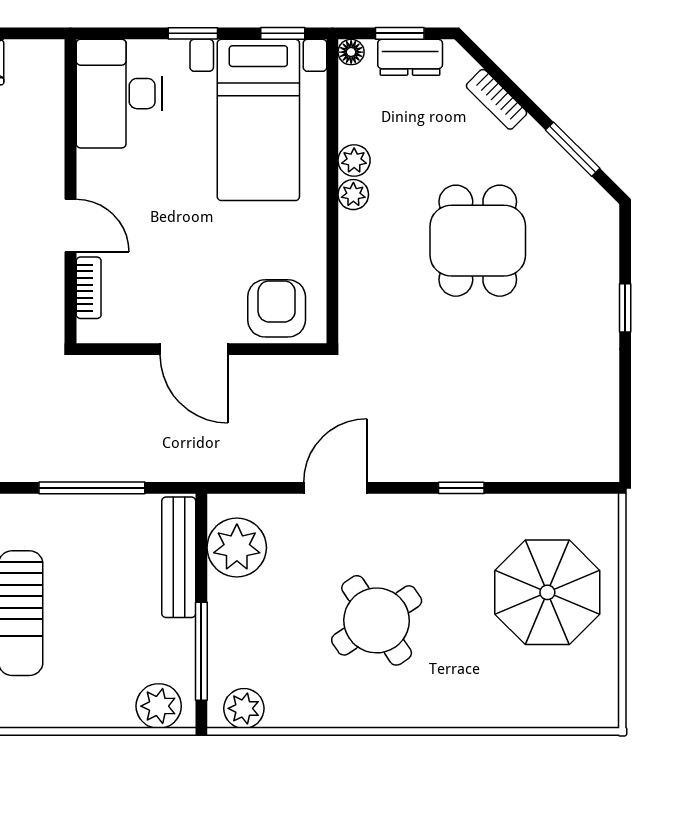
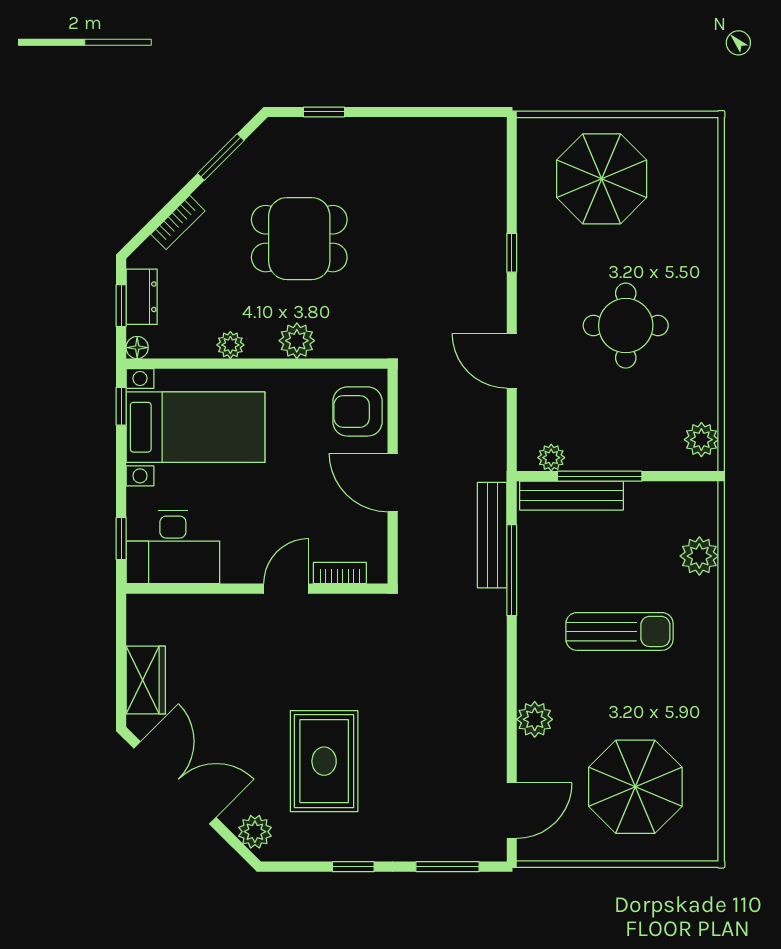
window: (193, 33) -> (121, 538), moved
plant: (353, 195) -> (297, 341), moved, width x1.38, depth x1.38
window: (625, 308) -> (324, 112), moved
door: (194, 349) -> (393, 483), swing flipped
bench: (133, 465) -> (492, 535), added
plant: (237, 548) -> (551, 458), width x0.53, depth x0.53
round table: (377, 620) -> (626, 326), turned 34
window: (201, 651) -> (600, 476), moved
plant: (159, 706) -> (699, 556), moved

